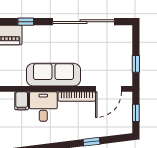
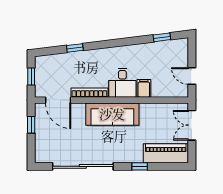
door: (109, 89) -> (58, 100), swing flipped

